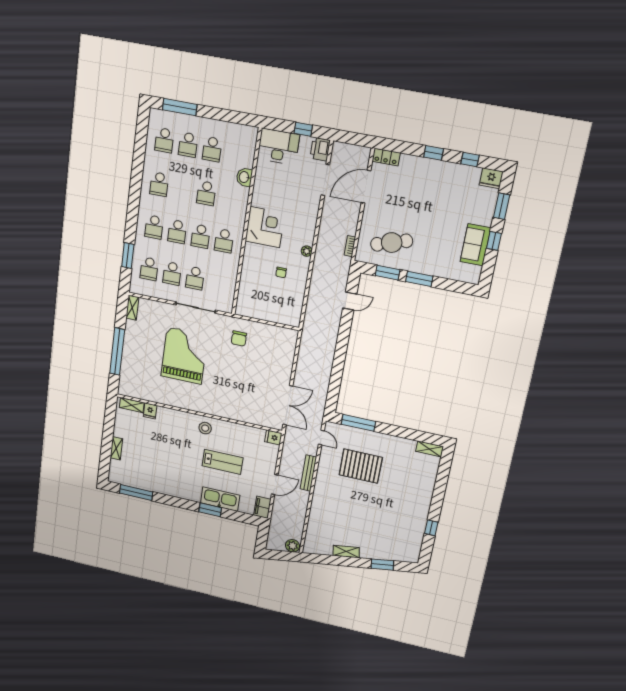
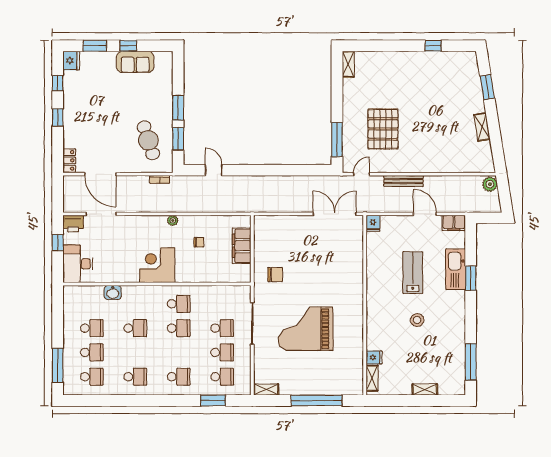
school desk: (177, 232) -> (179, 352), removed
filing cabinet: (271, 313) -> (242, 246), added
stool: (205, 428) -> (417, 320), moved

